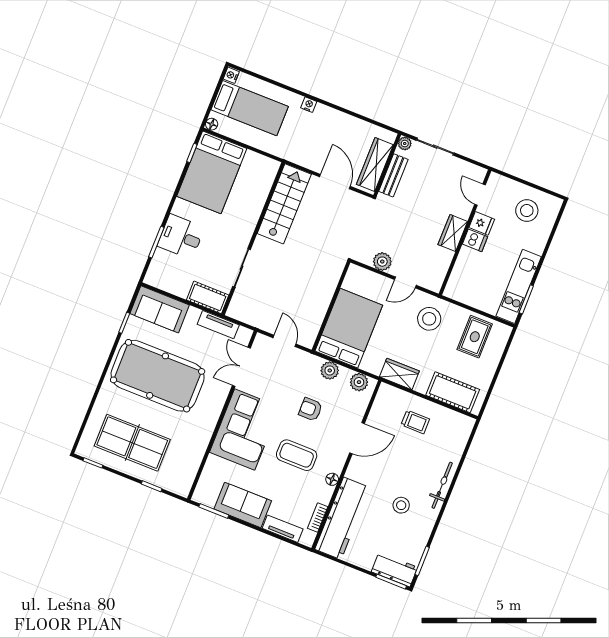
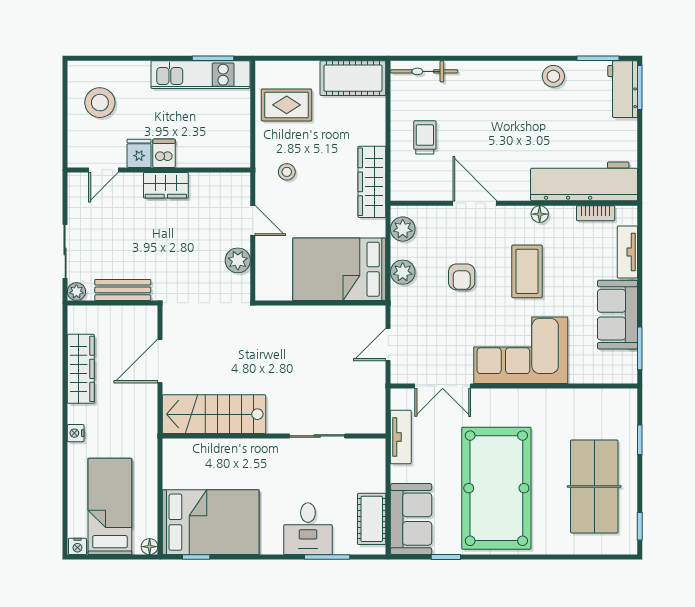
wardrobe: (375, 165) -> (81, 369), moved, turned -90
cot: (208, 297) -> (372, 519), moved
stool: (429, 319) -> (287, 172), width x0.53, depth x0.53
wardrobe: (399, 374) -> (372, 182), width x1.50
cot: (453, 392) -> (353, 78), moved, turned 90
bicycle: (442, 485) -> (424, 71), moved
stool: (401, 505) -> (553, 76), moved

